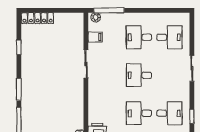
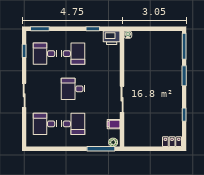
locker: (38, 18) -> (172, 142), width x0.66
desk: (139, 75) -> (73, 89), turned 180

